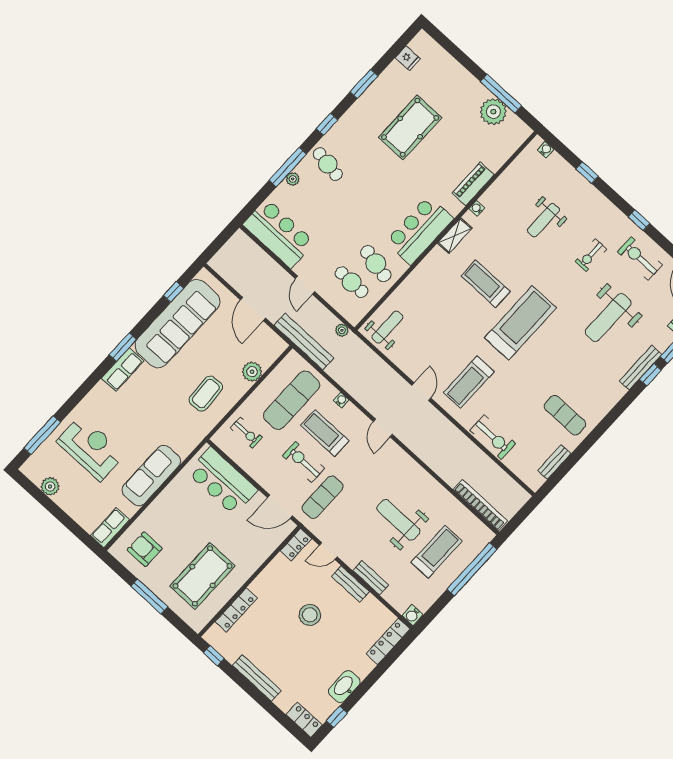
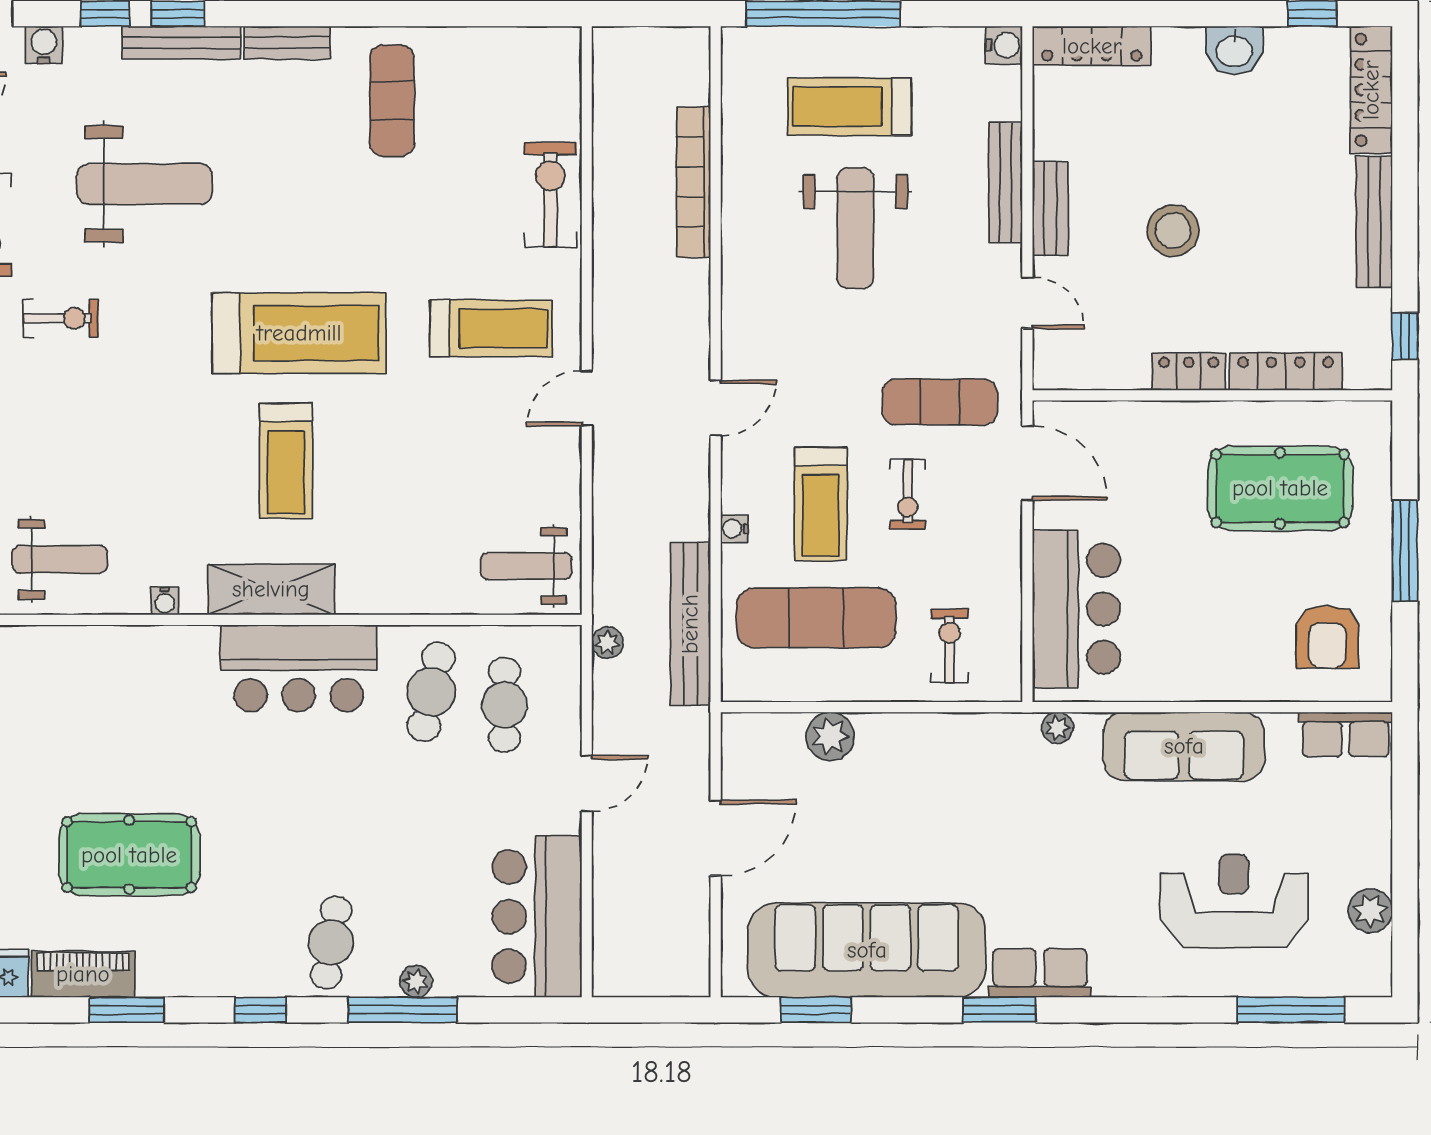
piano: (473, 184) -> (83, 974), moved, turned 180
weight bench: (543, 220) -> (60, 559), moved
shelving: (455, 236) -> (271, 589), width x1.50, depth x1.33
window: (173, 292) -> (816, 1010), width x1.50
treadmill: (520, 323) -> (299, 333), turned 180
bench: (304, 342) -> (690, 624), moved
coffee table: (206, 394) -> (946, 783), removed
plant: (192, 443) -> (1058, 728), added
reception desk: (91, 448) -> (1234, 901), turned 90
exercise bike: (304, 462) -> (908, 494), width x0.73, depth x0.72
bench: (554, 462) -> (287, 43), moved
bookcase: (480, 505) -> (694, 182), moved
locker: (296, 545) -> (1189, 372), moved
bench: (371, 578) -> (1006, 183), width x1.36
washbasin: (344, 687) -> (1234, 50), width x0.72
locker: (304, 720) -> (1371, 90), width x1.53

